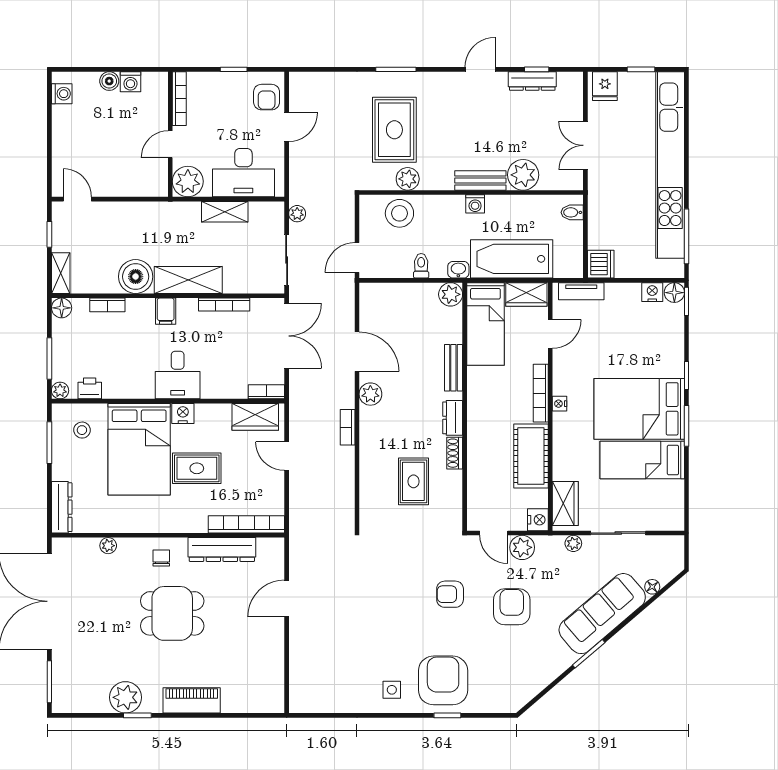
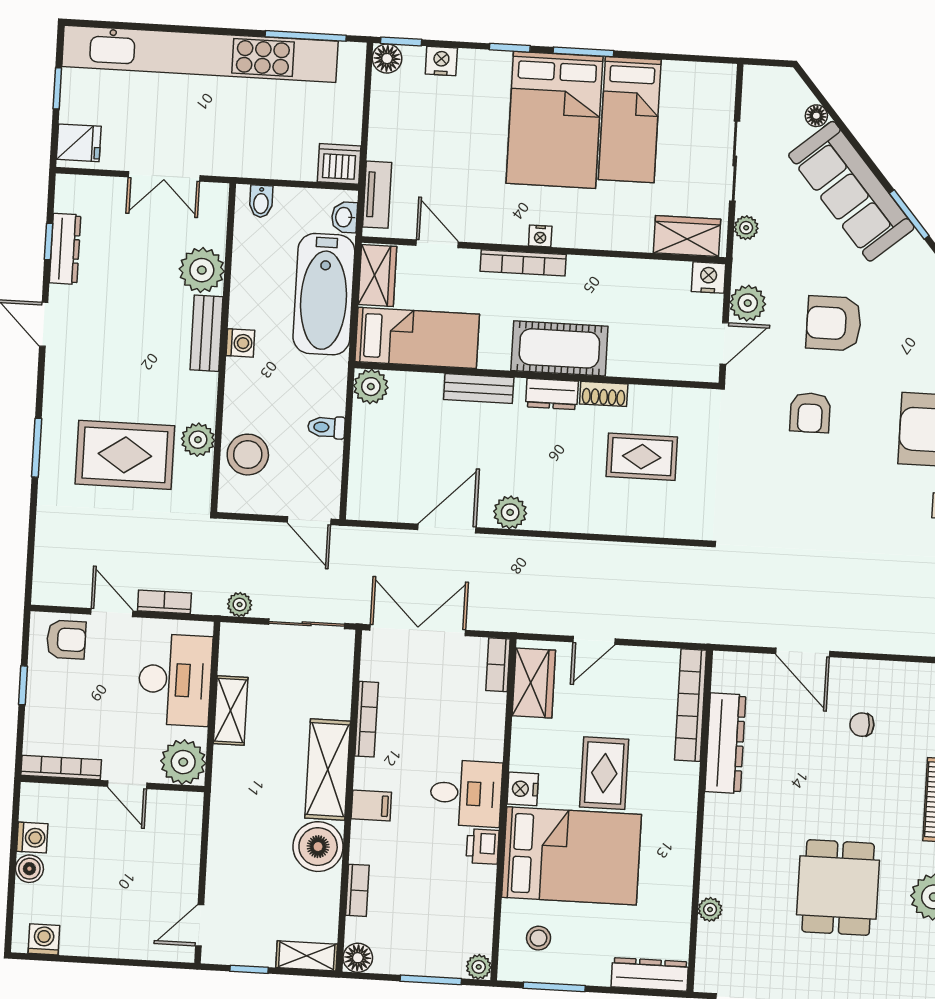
washbasin: (458, 270) -> (344, 217), moved
nightstand: (652, 292) -> (441, 61), moved, turned 90
printer: (90, 388) -> (483, 847), moved
bookcase: (348, 427) -> (164, 602), moved, turned 180
cot: (531, 456) -> (559, 348), moved
chair: (161, 558) -> (862, 725), moved
dining table: (172, 613) -> (838, 888), moved

